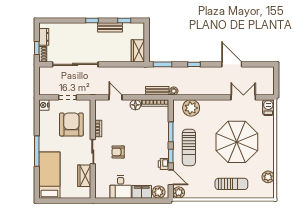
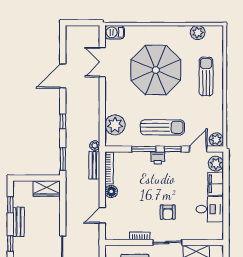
printer: (163, 164) -> (158, 158), moved

